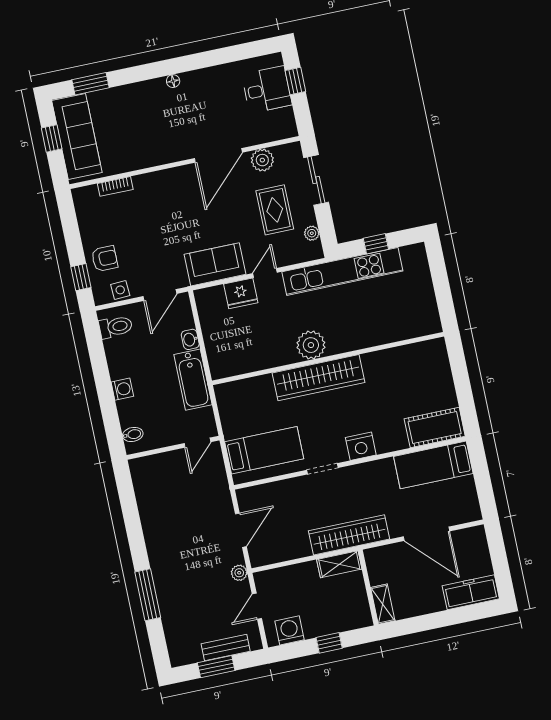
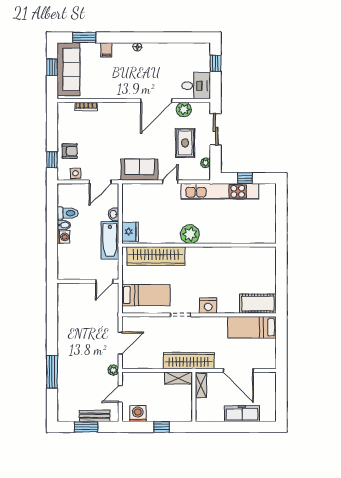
desk: (267, 90) -> (196, 86), moved
filing cabinet: (127, 95) -> (106, 50), added
fridge: (241, 293) -> (130, 232), moved, turned -90
toilet: (116, 327) -> (68, 213), moved
wardrobe: (318, 378) -> (156, 256), moved
bidet: (133, 434) -> (64, 225), moved
freezer: (471, 592) -> (242, 414), moved
shelving: (383, 604) -> (201, 386), moved

